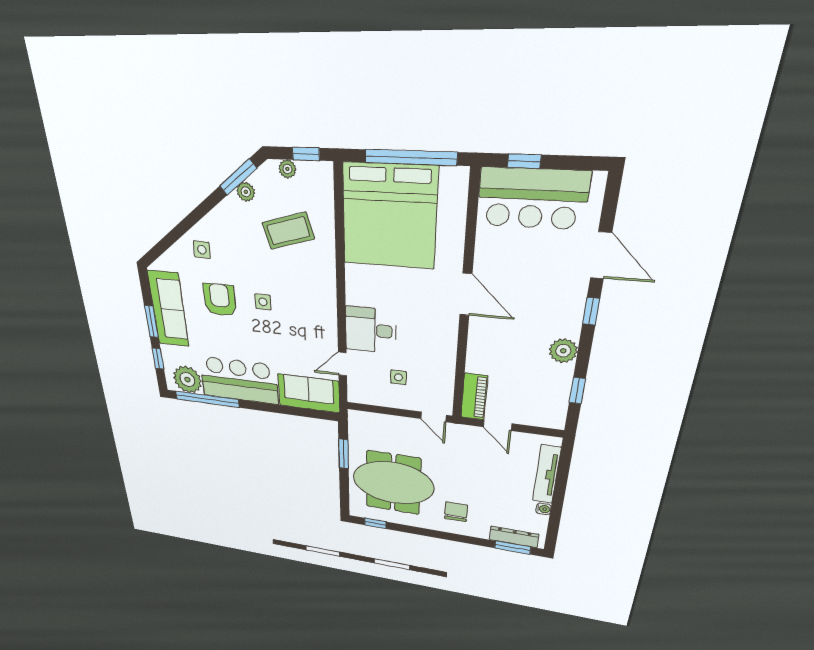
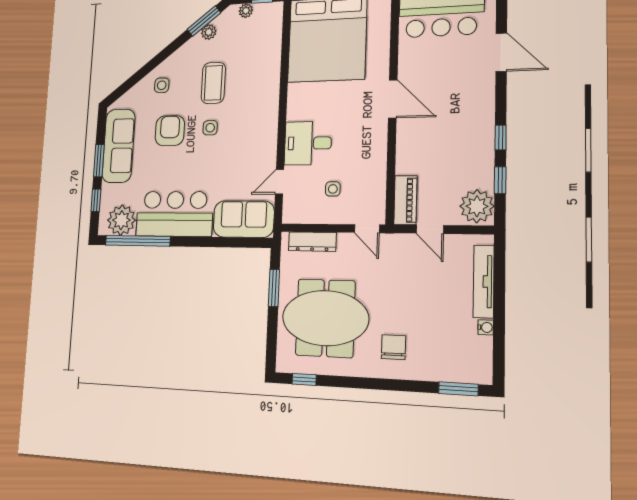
coffee table: (288, 231) -> (213, 83), moved, turned -74
window: (591, 311) -> (501, 138), moved
plant: (563, 351) -> (477, 206), moved, width x1.36, depth x1.36
dresser: (514, 537) -> (312, 242), moved, turned 180

